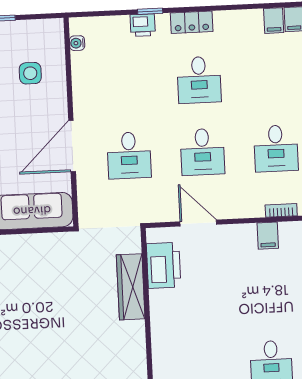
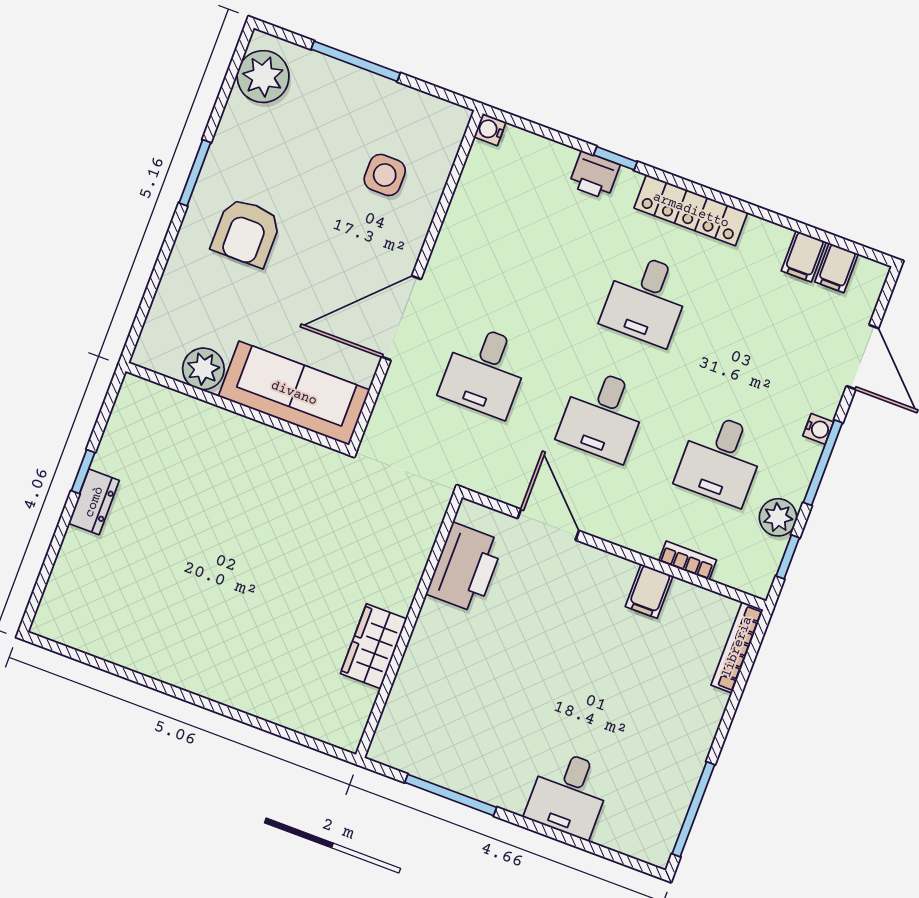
locker: (192, 22) -> (691, 210), width x1.53
water cooler: (77, 43) -> (490, 130), moved
wardrobe: (131, 287) -> (374, 646), moved, width x0.67

